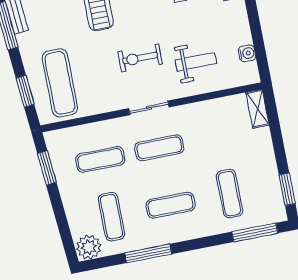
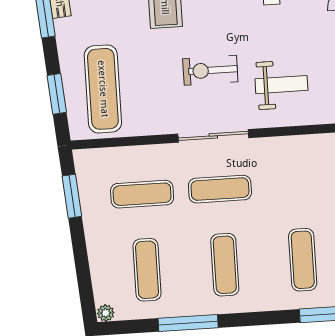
sliding door: (149, 108) -> (213, 136), width x1.37
exercise mat: (171, 205) -> (225, 265), turned 90
plant: (89, 247) -> (106, 313), width x0.53, depth x0.53

